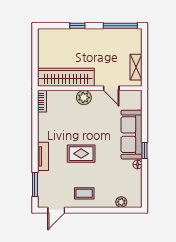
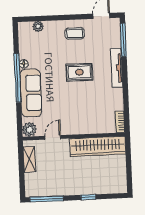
door: (111, 88) -> (53, 137), hinge flipped
plant: (84, 98) -> (29, 129), moved
window: (145, 150) -> (18, 78), width x3.17
tv unit: (43, 156) -> (117, 68), width x1.41
window: (35, 184) -> (123, 40), width x1.44

